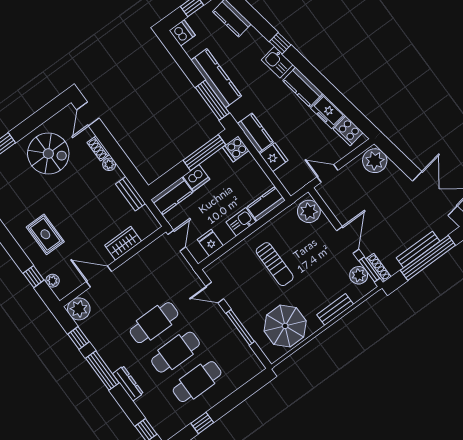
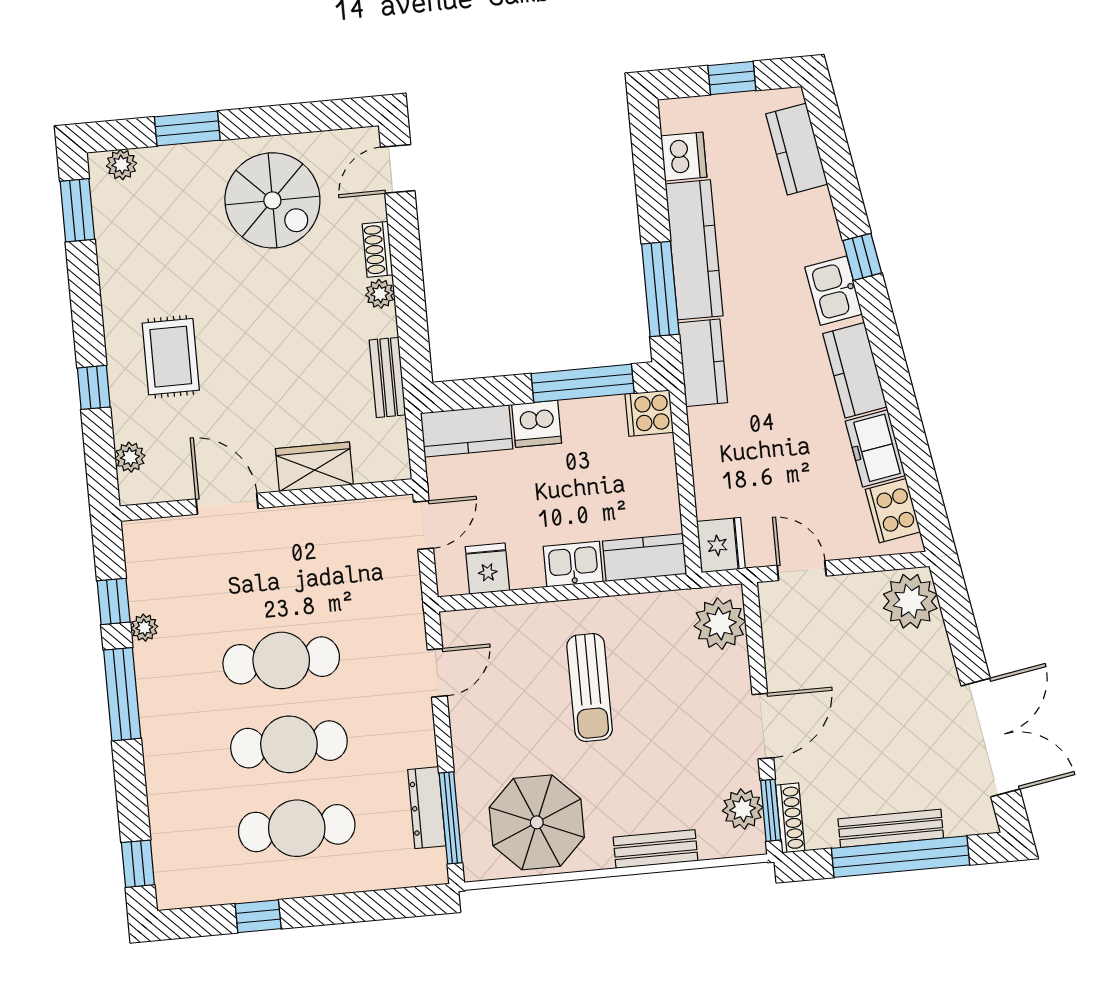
dishwasher: (182, 33) -> (684, 157), moved
kitchen counter: (255, 133) -> (703, 363), moved
fridge: (274, 157) -> (721, 545), moved
window: (34, 277) -> (94, 387), moved
door: (215, 293) -> (437, 673), swing flipped
plant: (79, 309) -> (144, 628), moved, width x0.53, depth x0.53
window: (240, 327) -> (451, 818), moved
dresser: (128, 383) -> (427, 808), moved, turned 180

